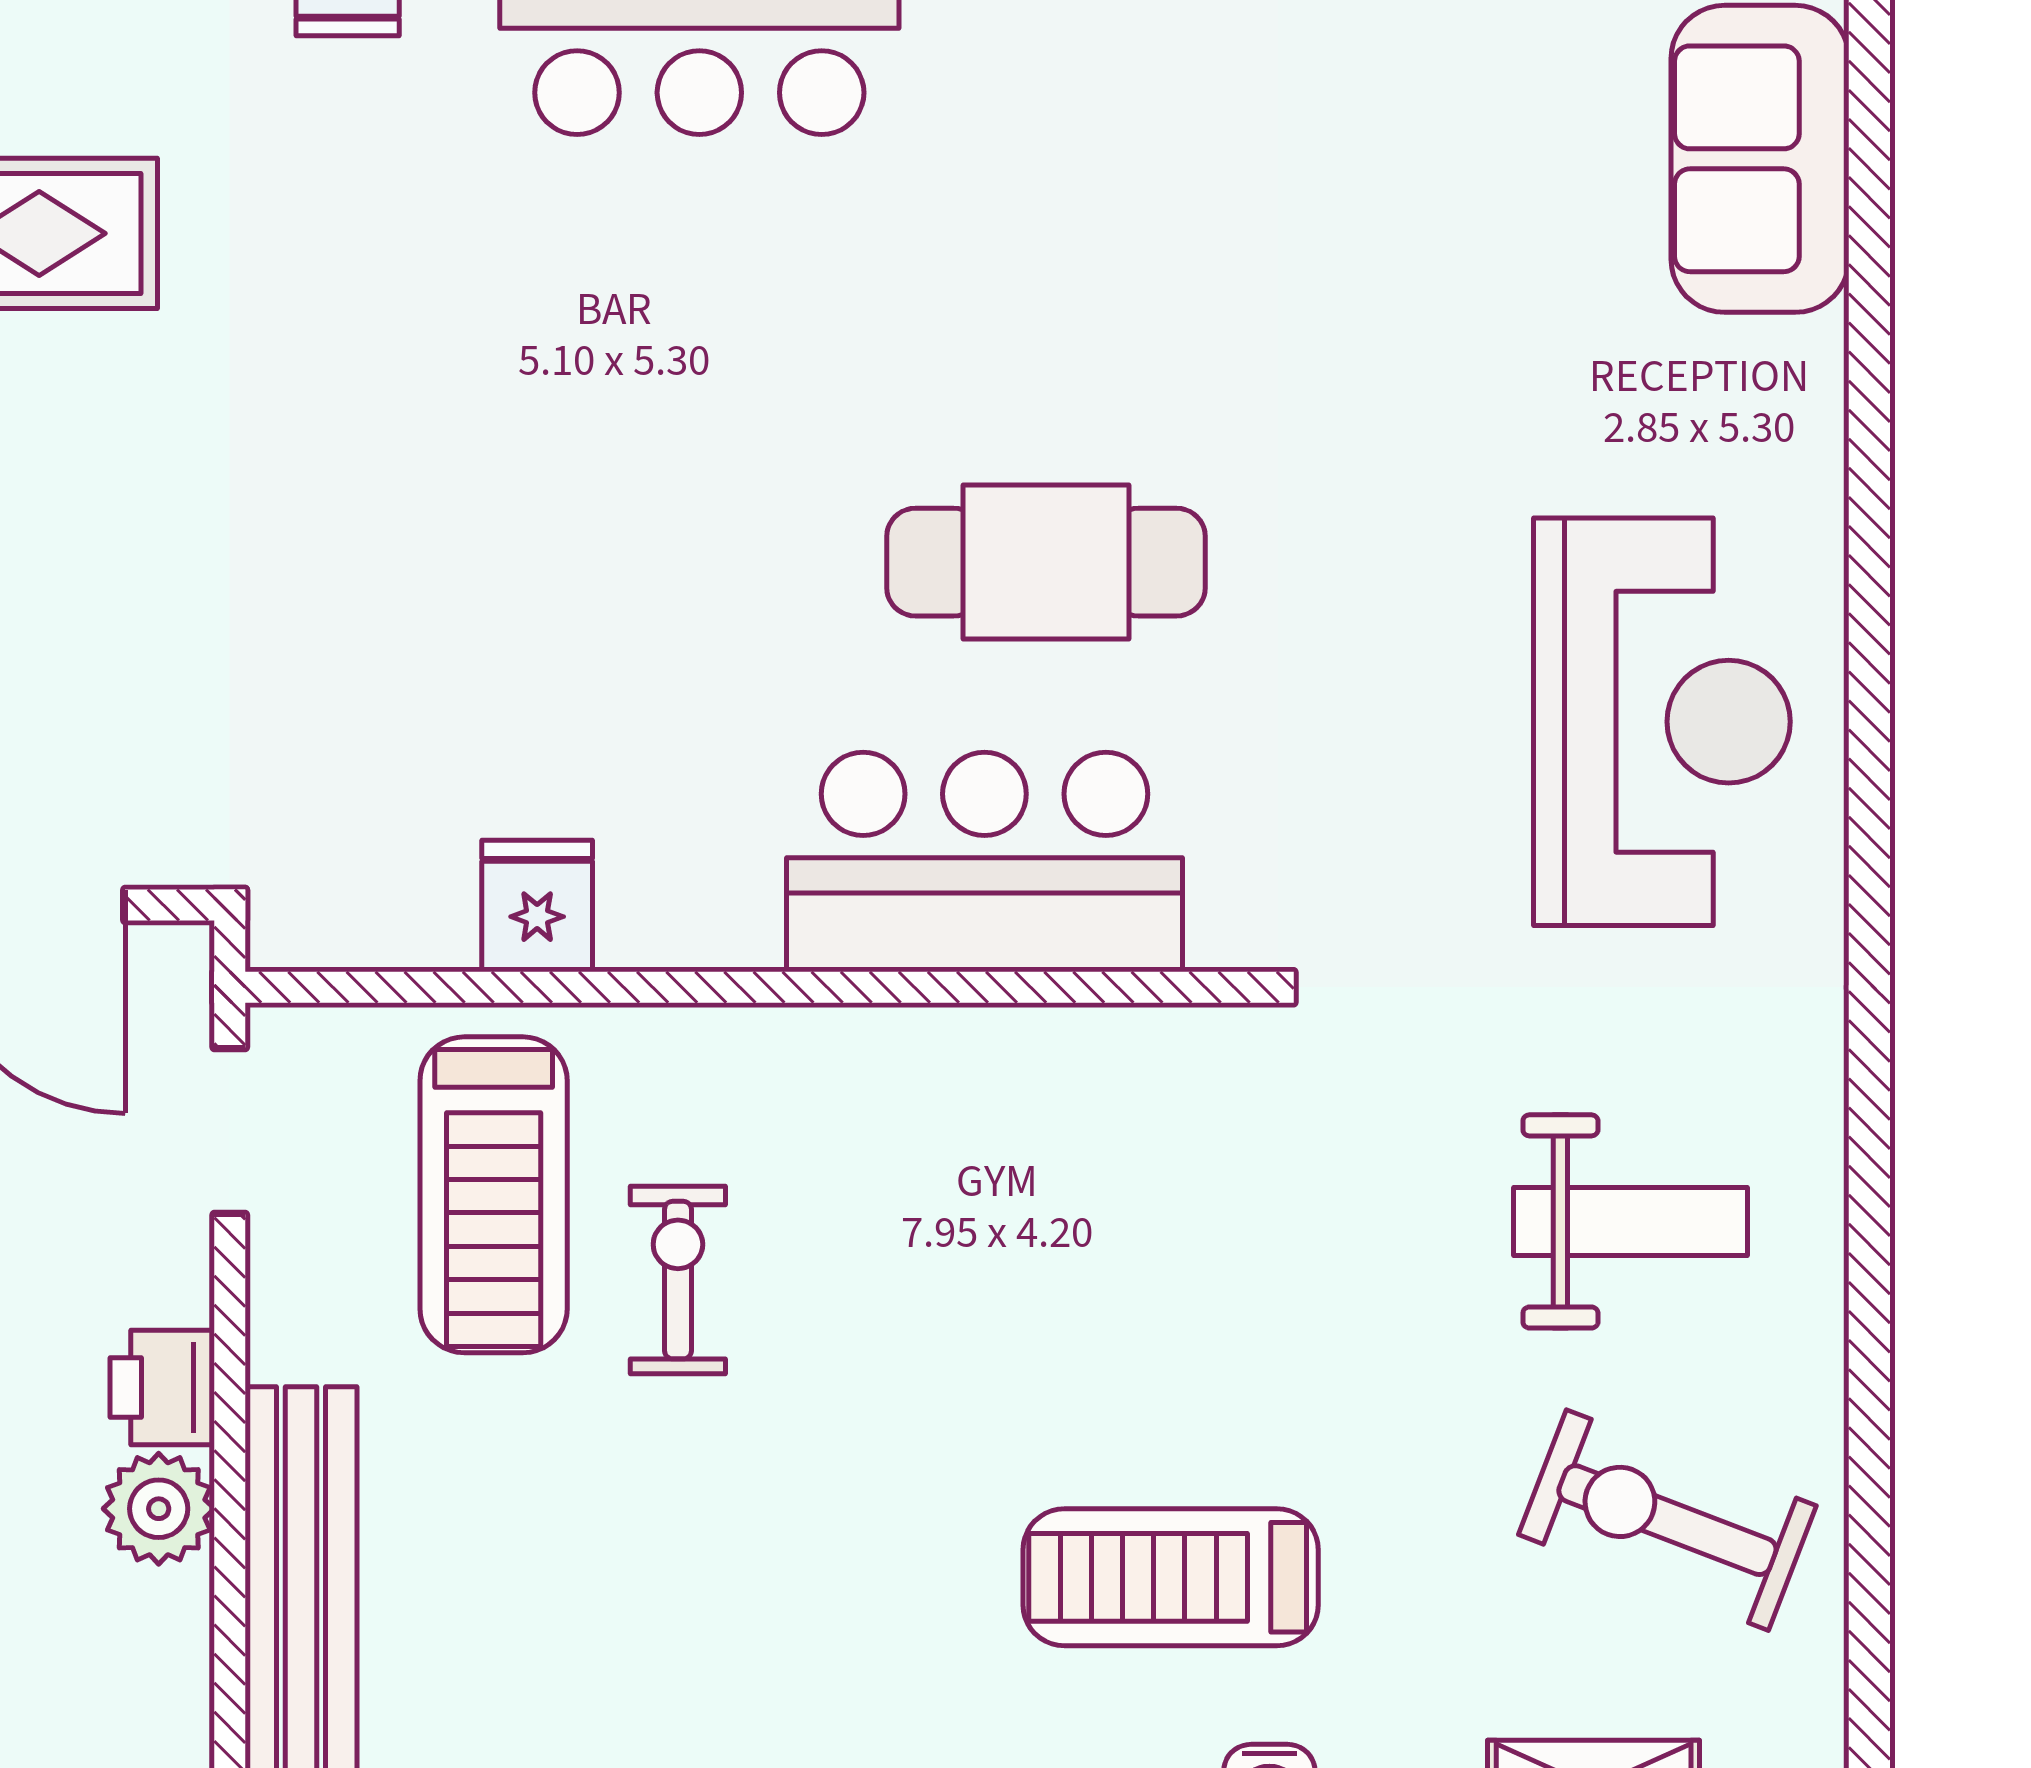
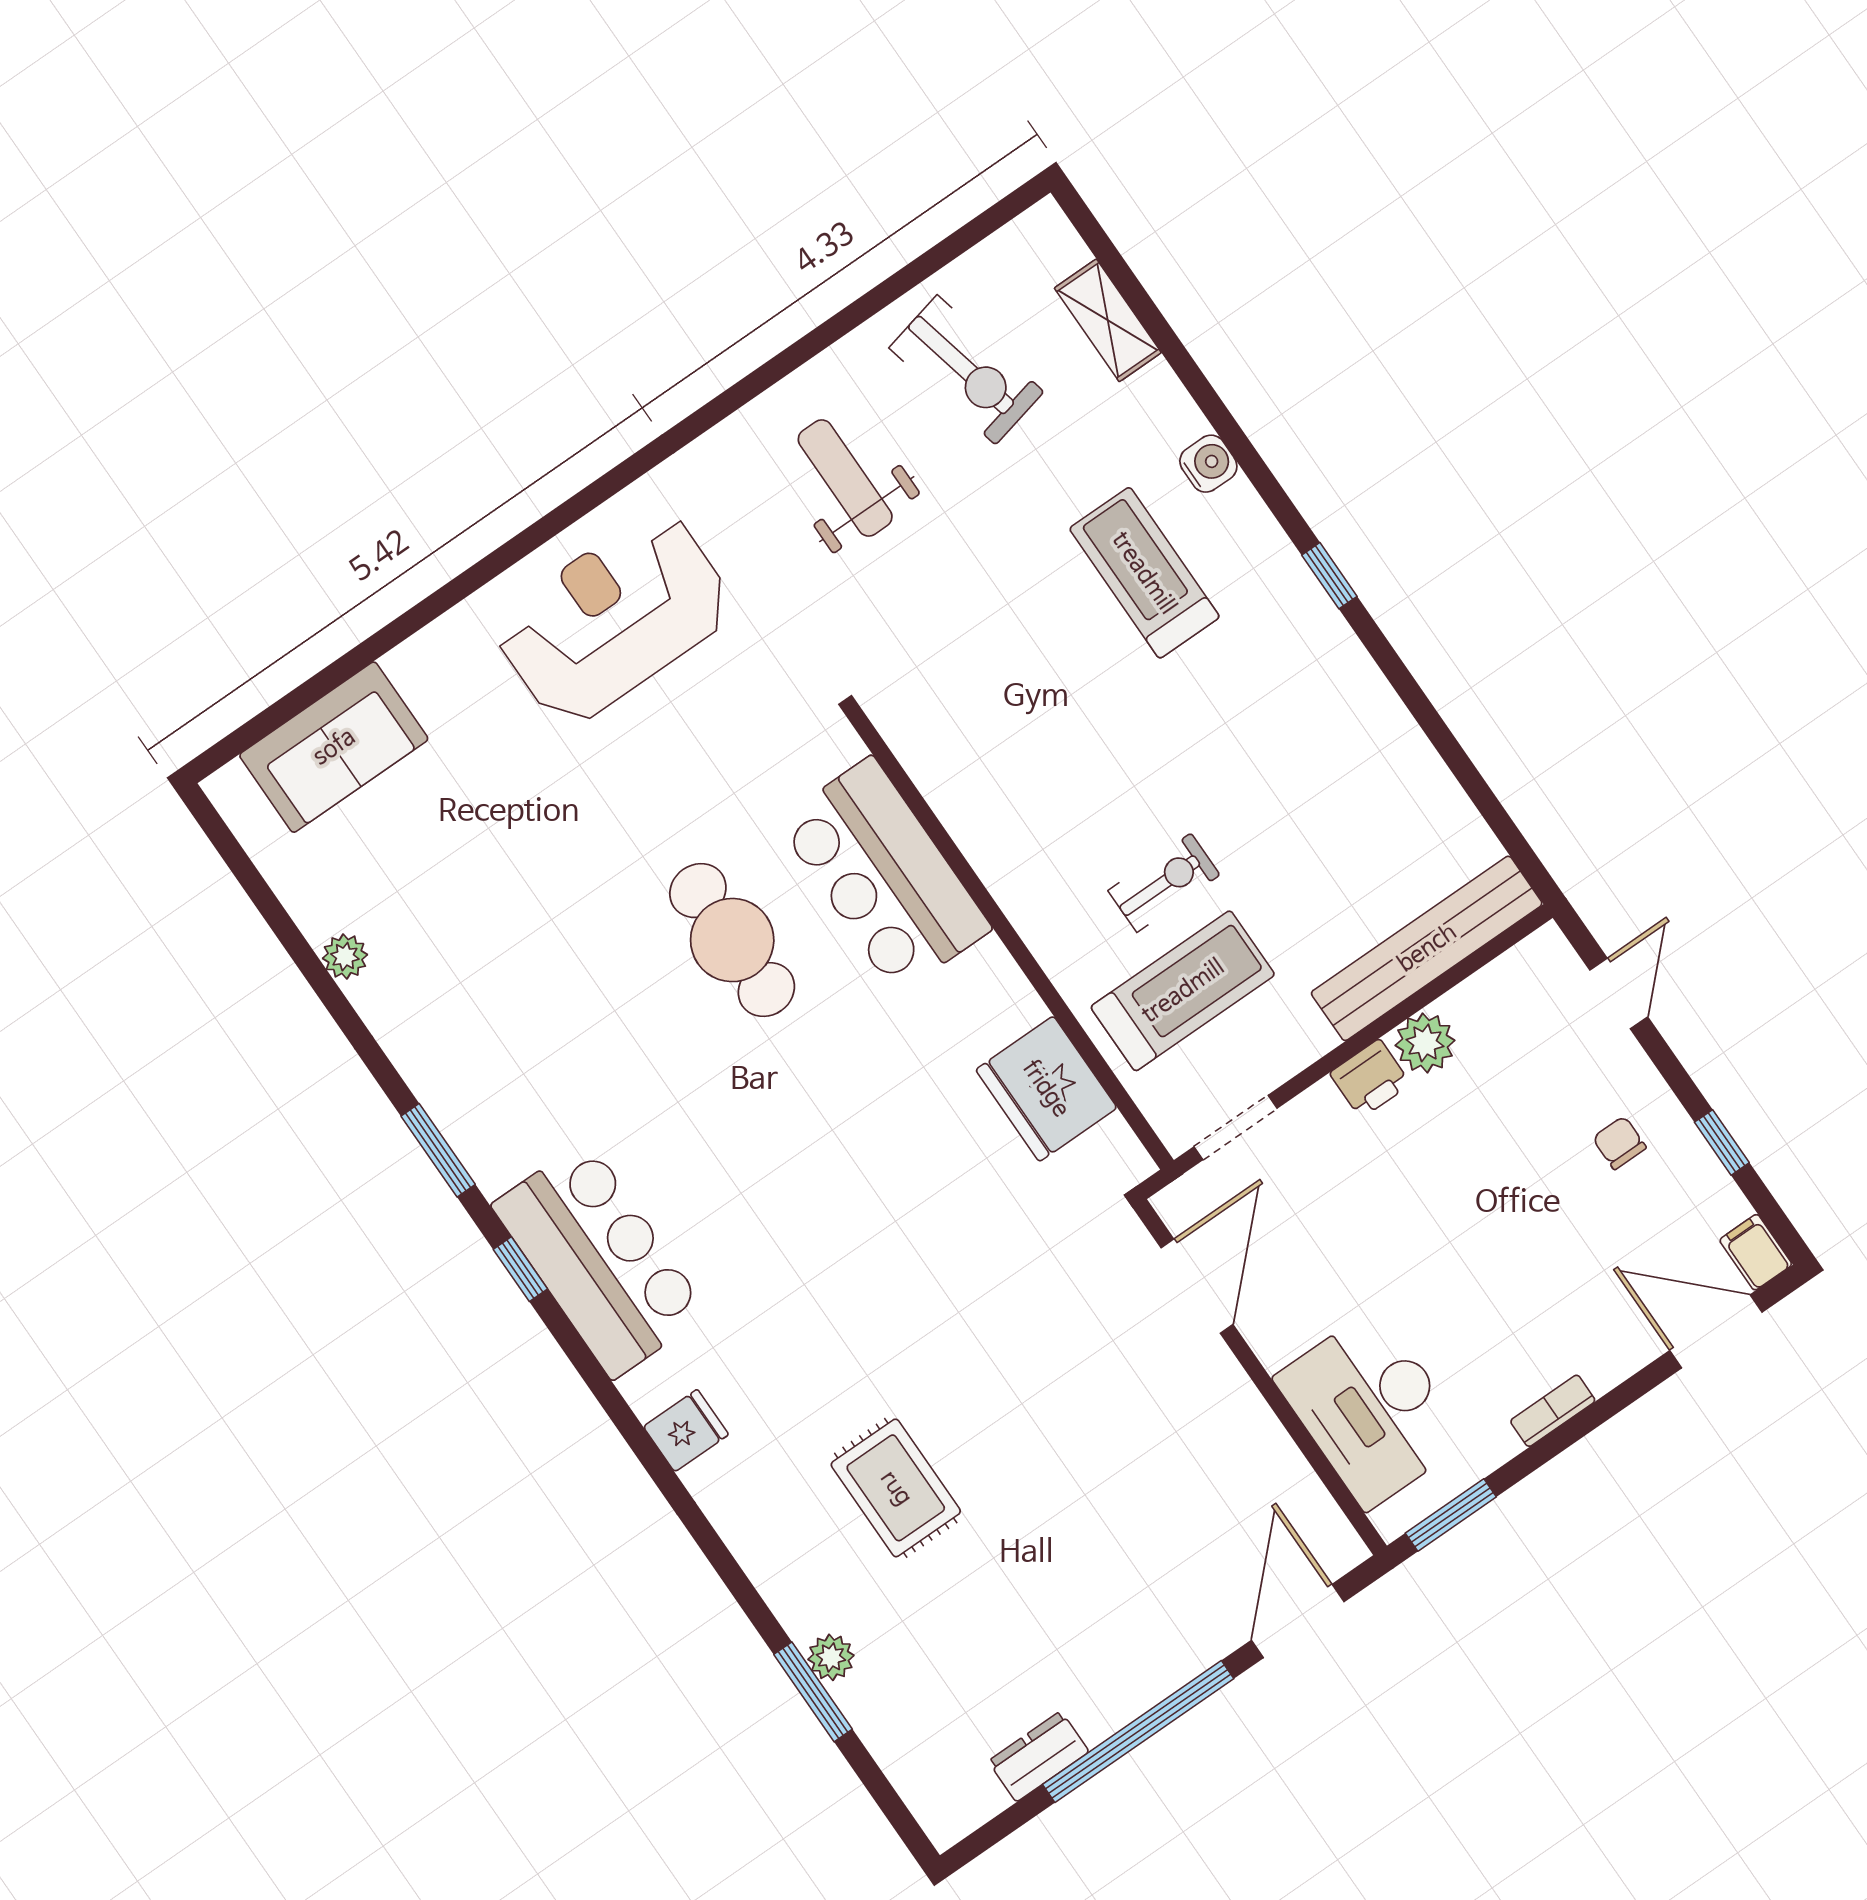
fridge: (537, 906) -> (1046, 1089), width x1.88, depth x1.34
exercise bike: (678, 1280) -> (1164, 883), turned 180
exercise bike: (1667, 1520) -> (966, 370), turned -34
treadmill: (1171, 1577) -> (1144, 573), turned 180

